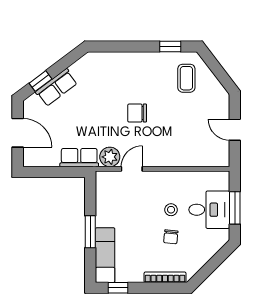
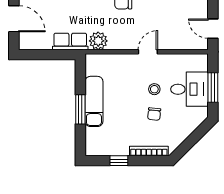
door: (235, 130) -> (213, 29), moved
door: (132, 169) -> (148, 52), moved
exam couch: (105, 255) -> (94, 101), moved
window: (118, 288) -> (119, 161), moved

